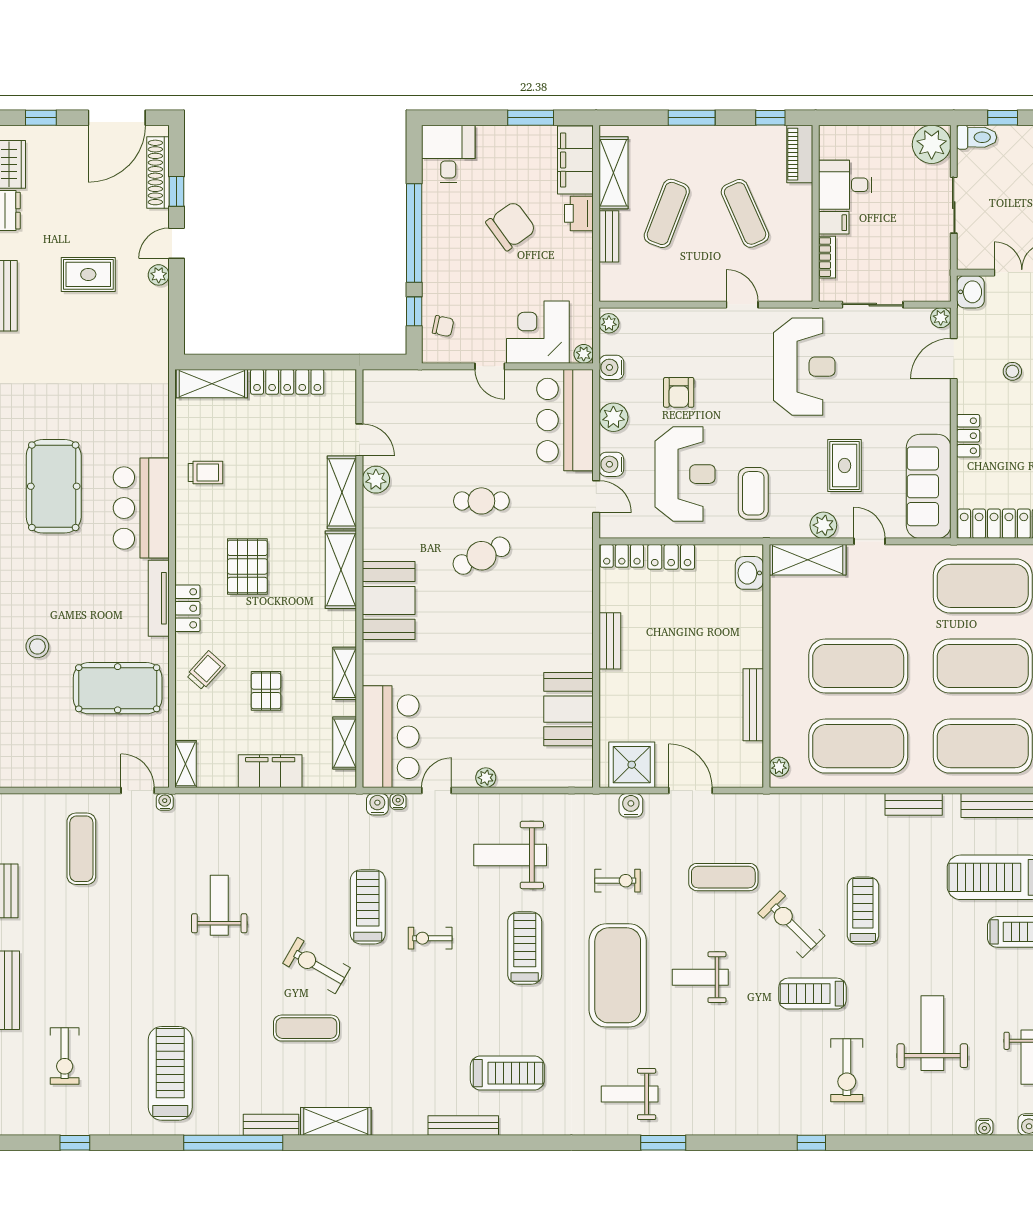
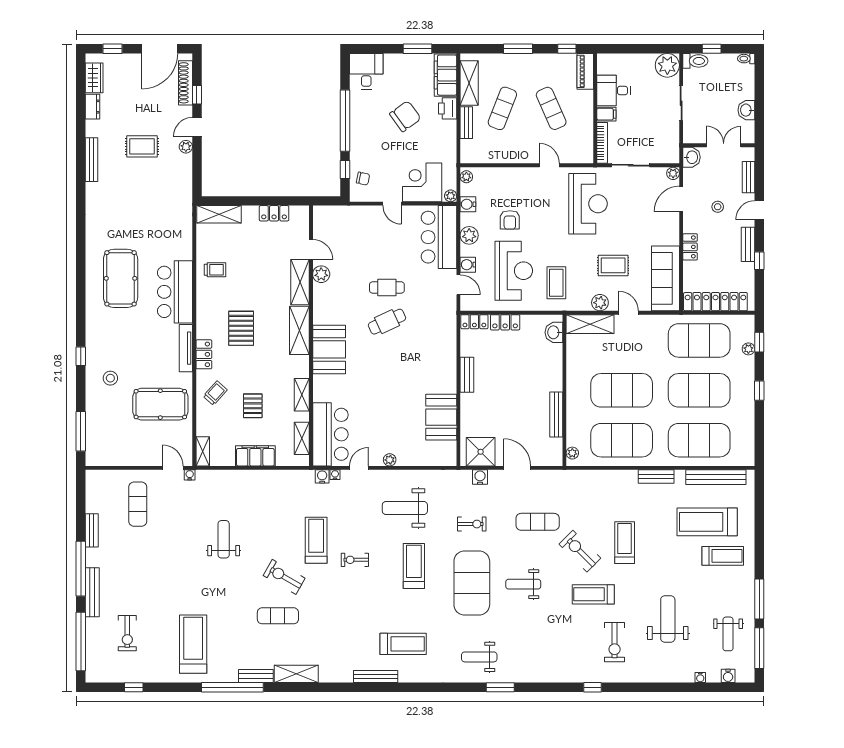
bookcase: (827, 257) -> (602, 143), width x1.56
locker: (287, 382) -> (274, 213), width x0.66
rug: (845, 466) -> (613, 265), turned 90

